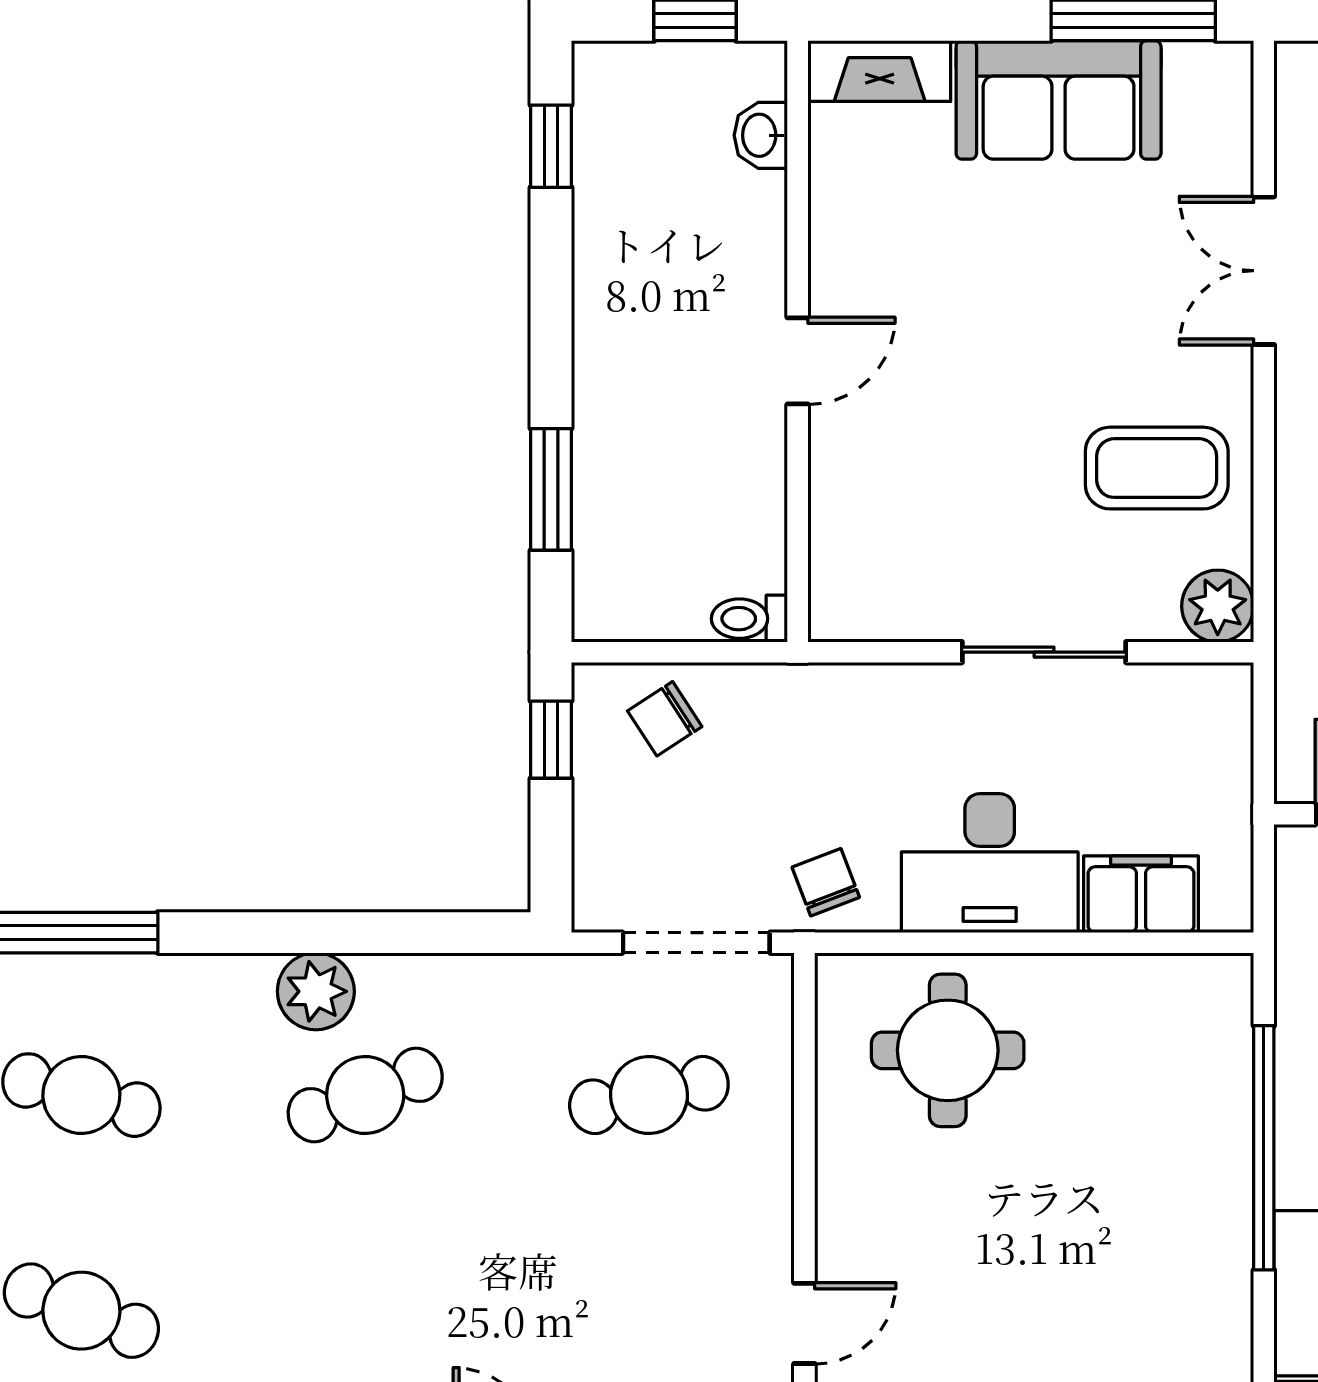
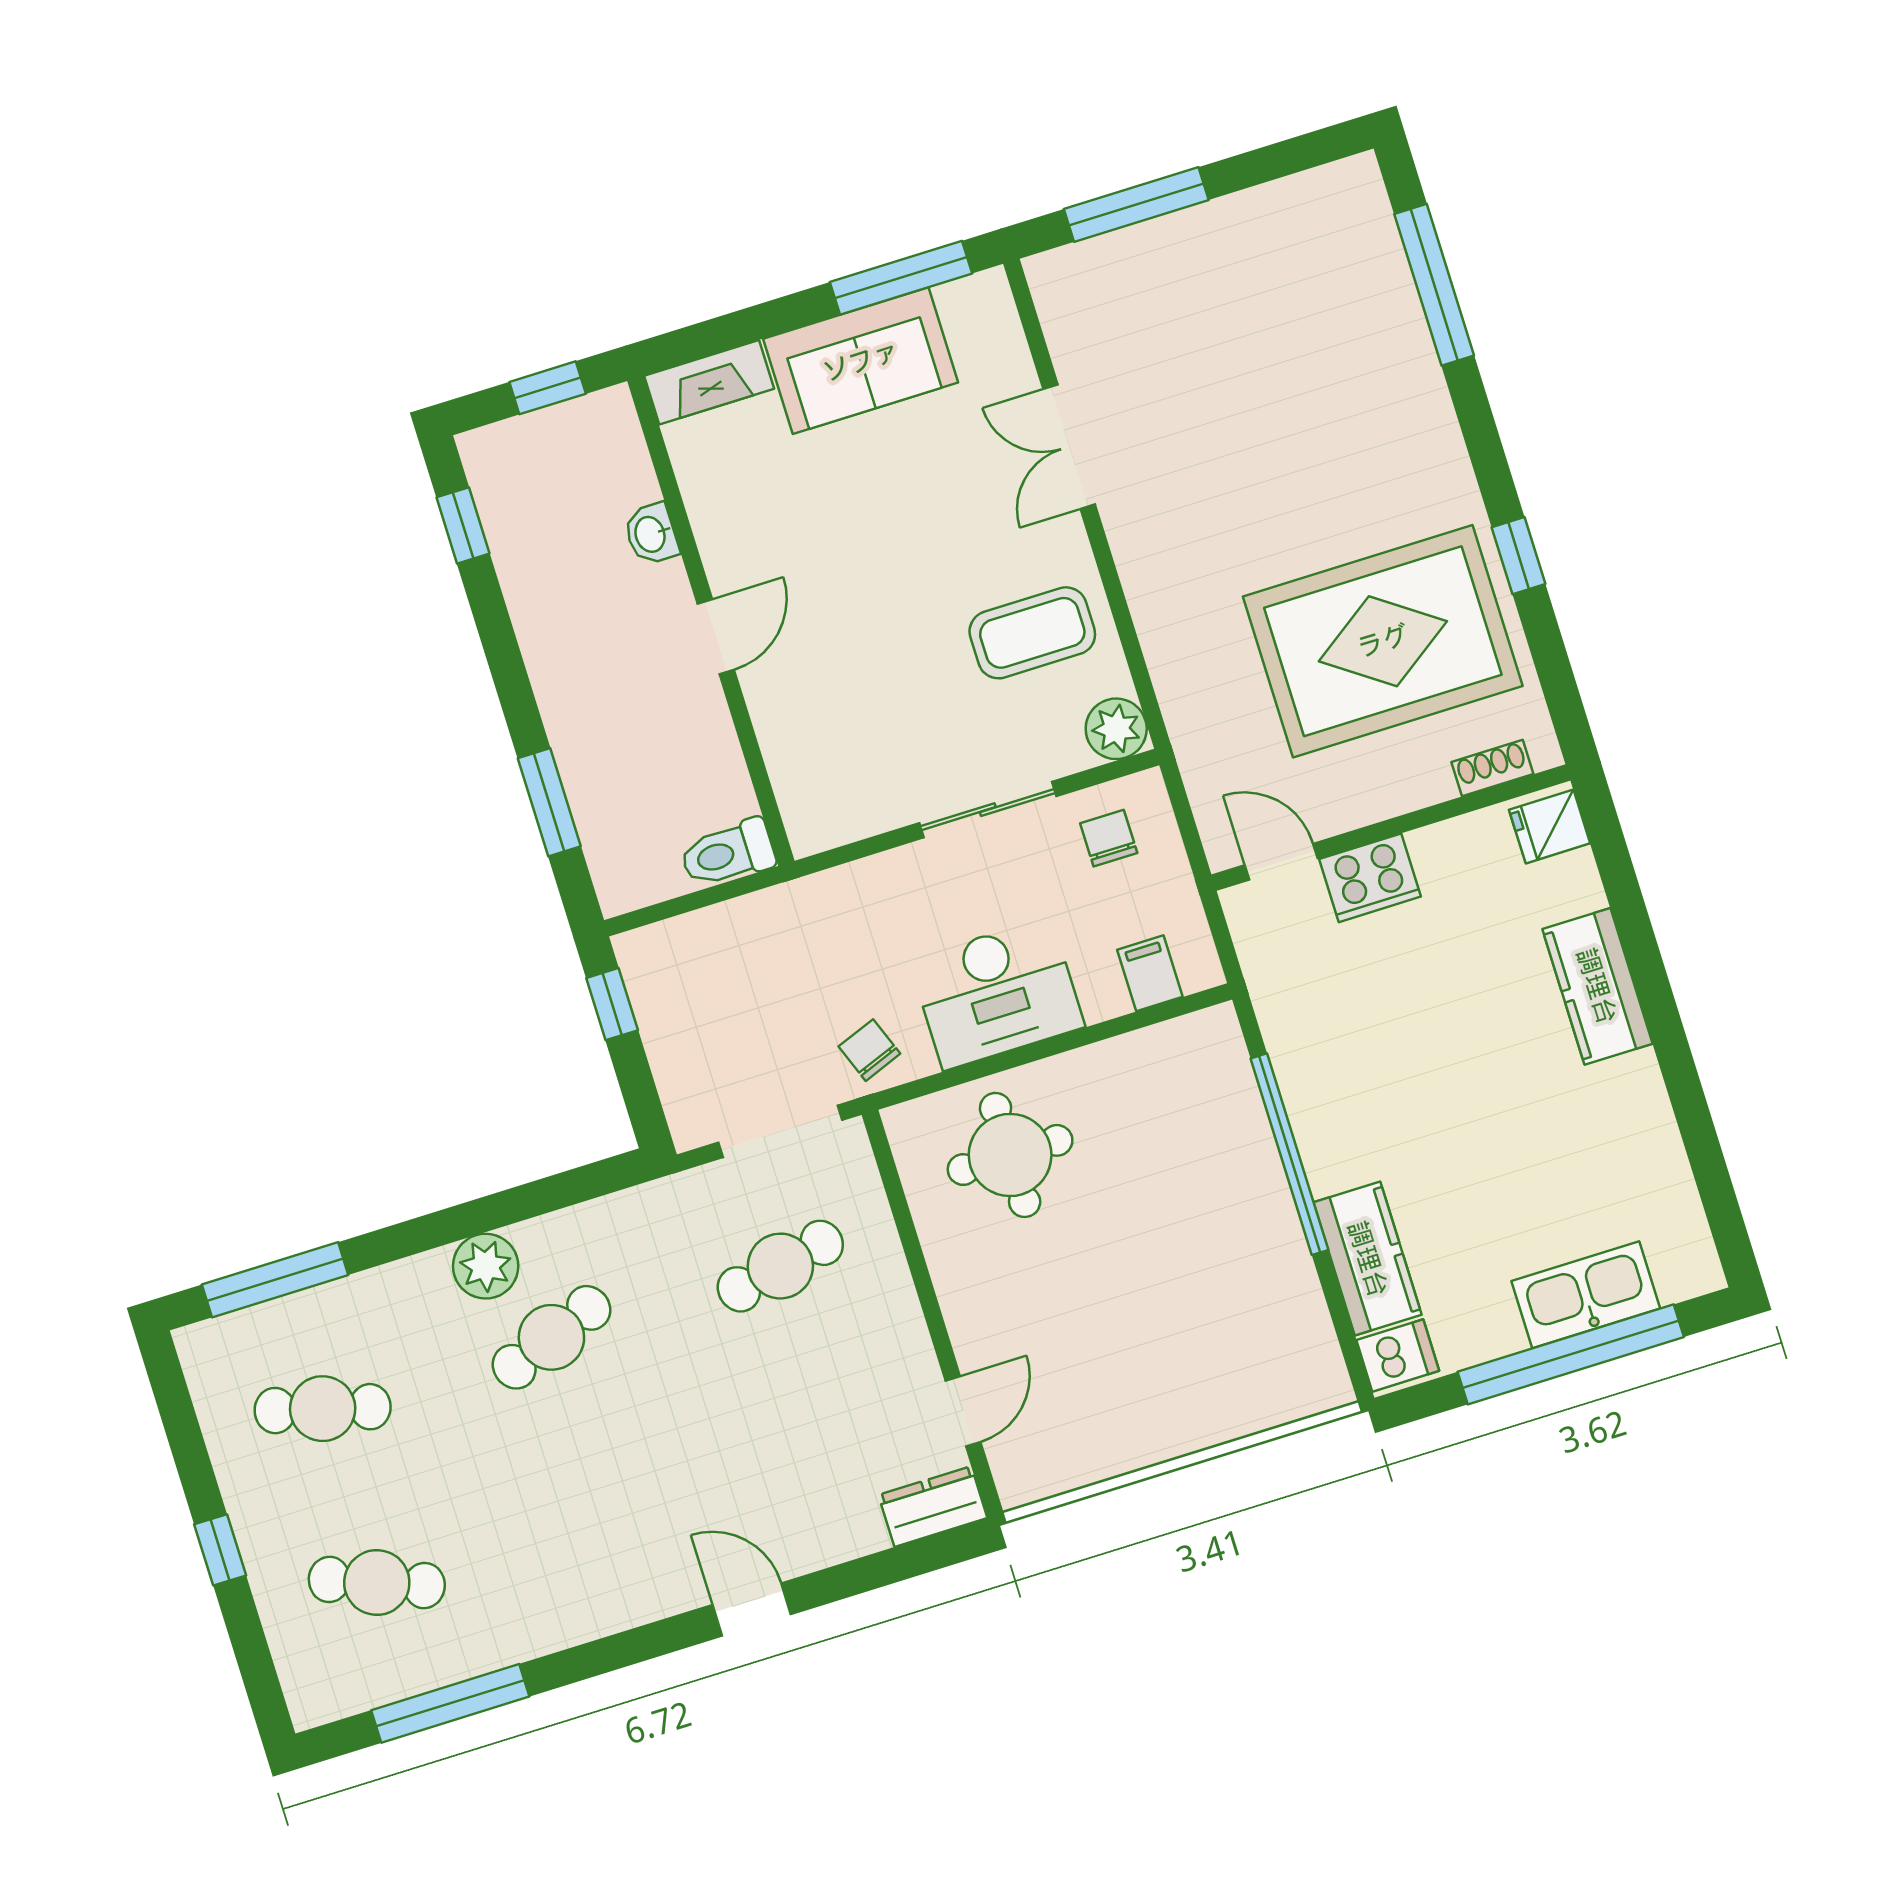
washbasin: (761, 135) -> (651, 534), moved
toilet: (749, 619) -> (728, 853), width x1.37, depth x1.39
chair: (665, 719) -> (1109, 838), moved, turned 123
filing cabinet: (1141, 894) -> (1150, 973), width x0.50

